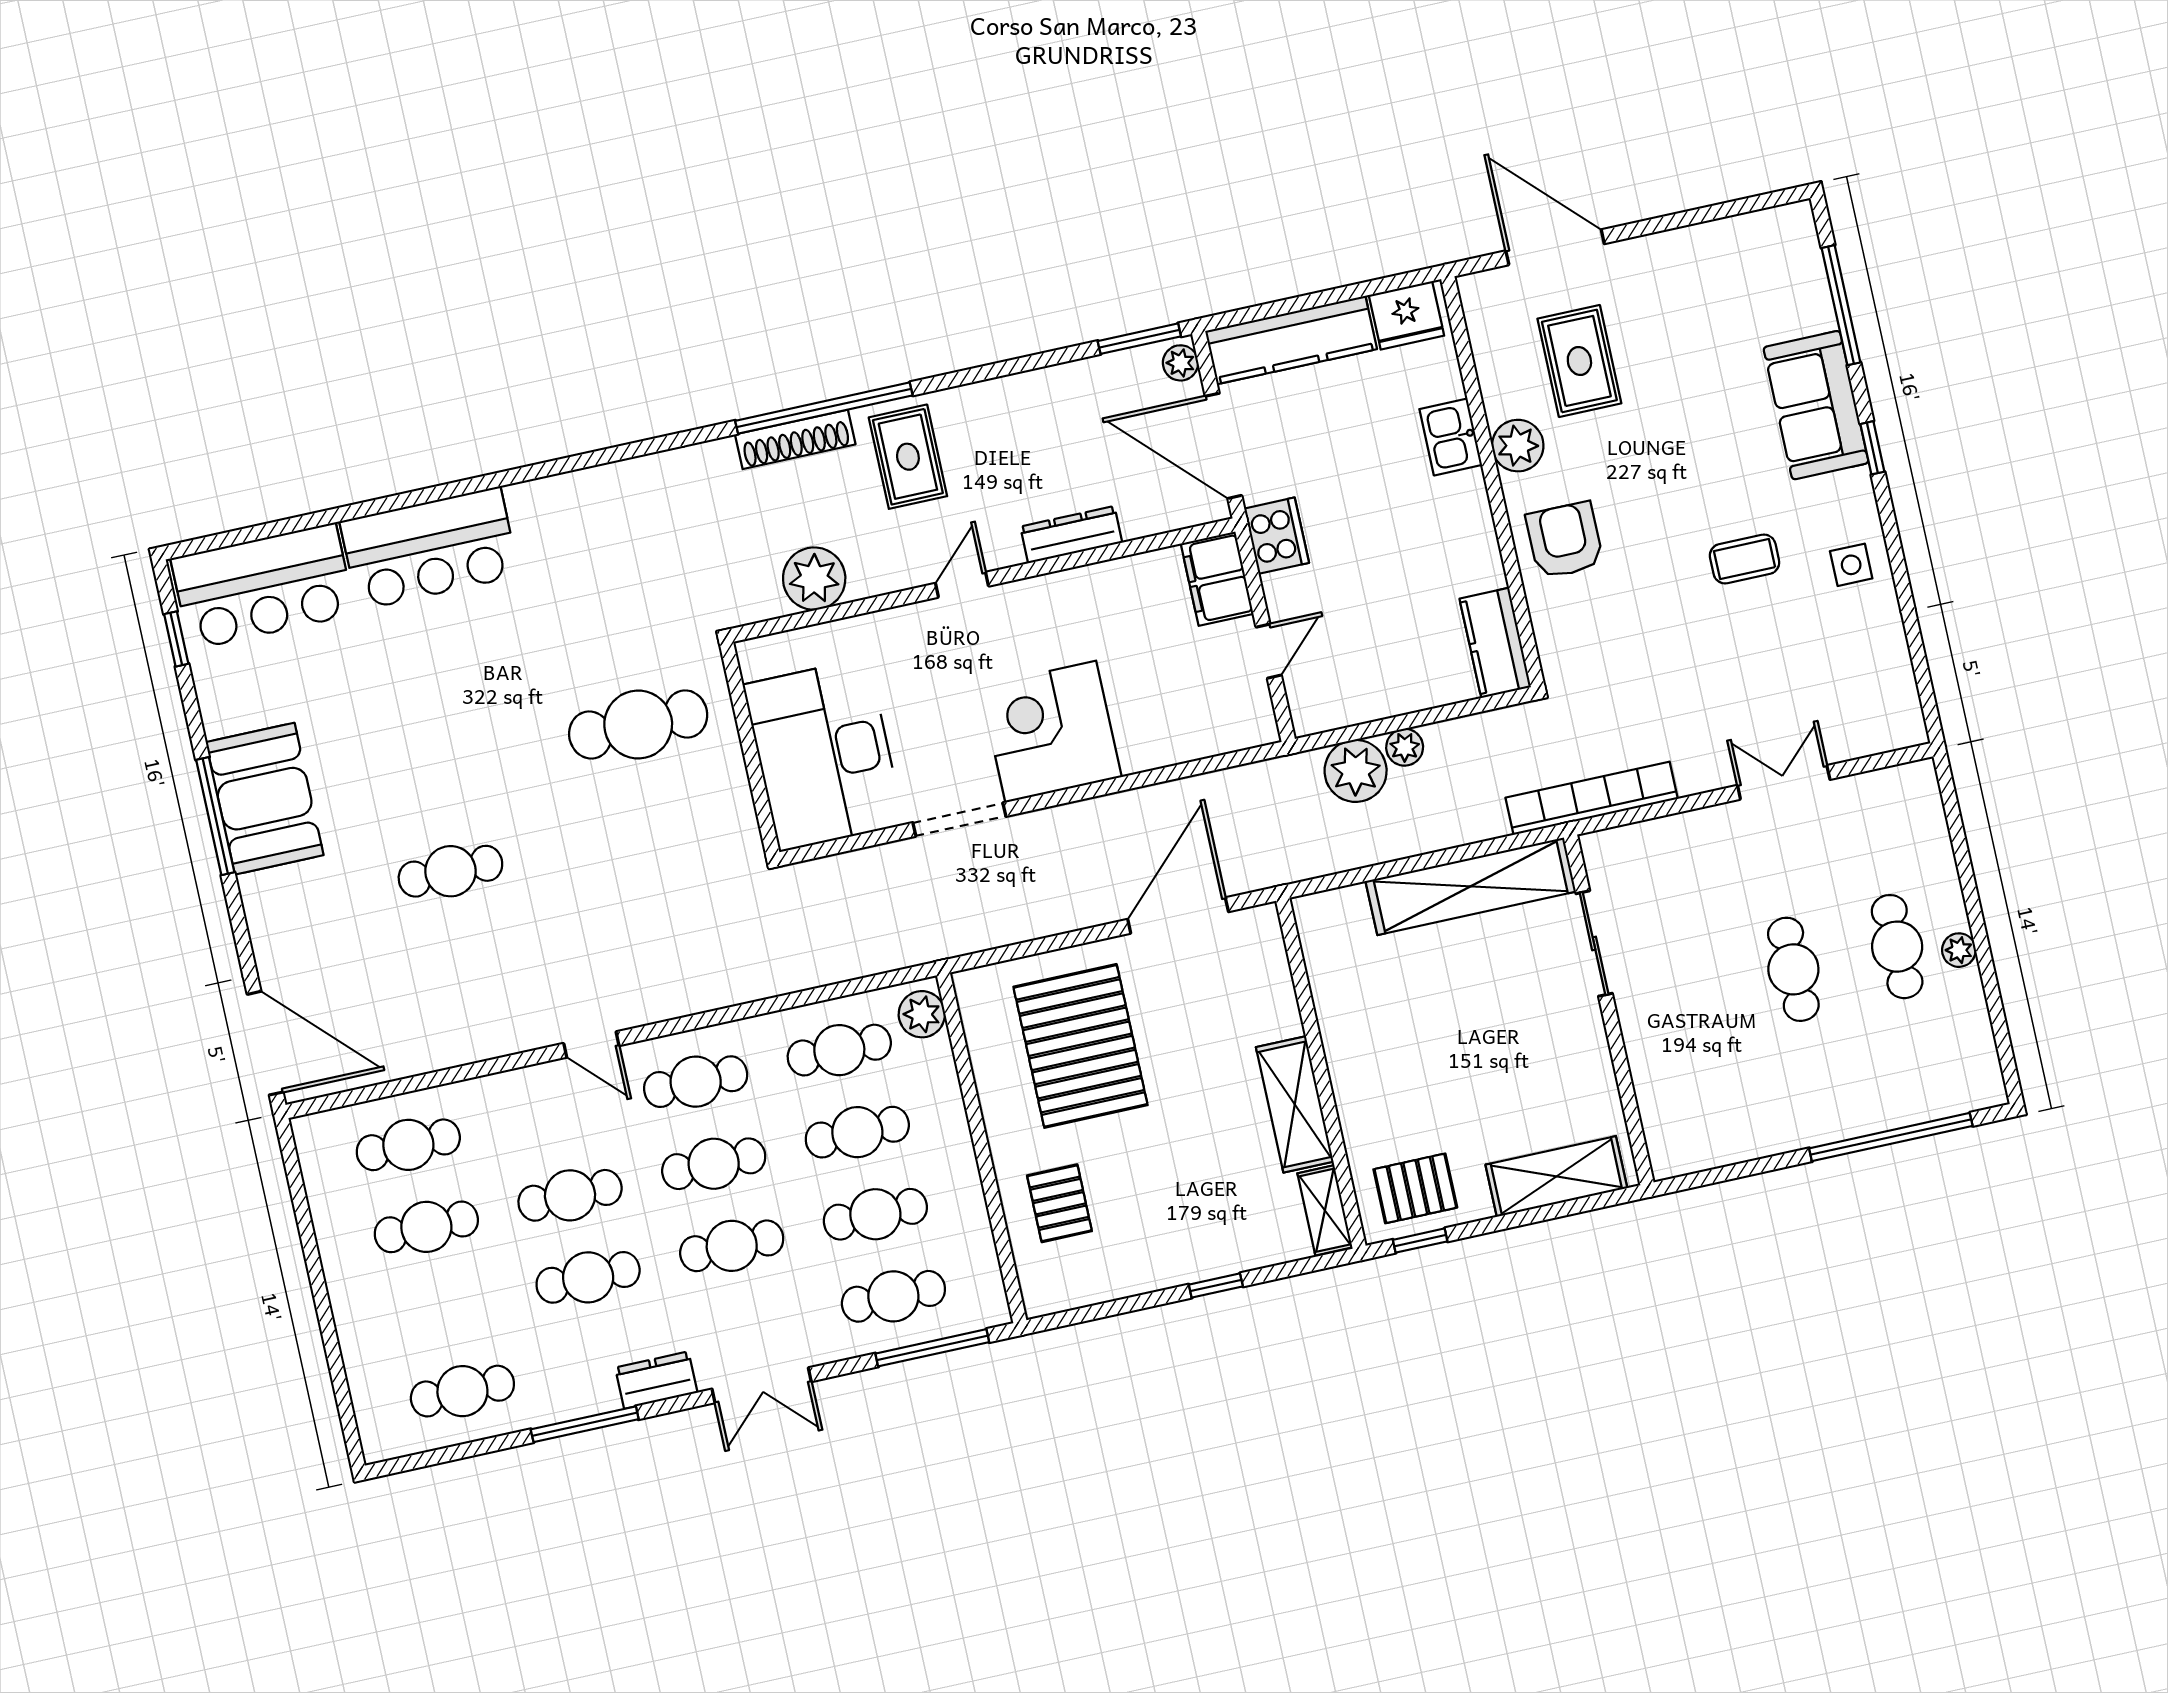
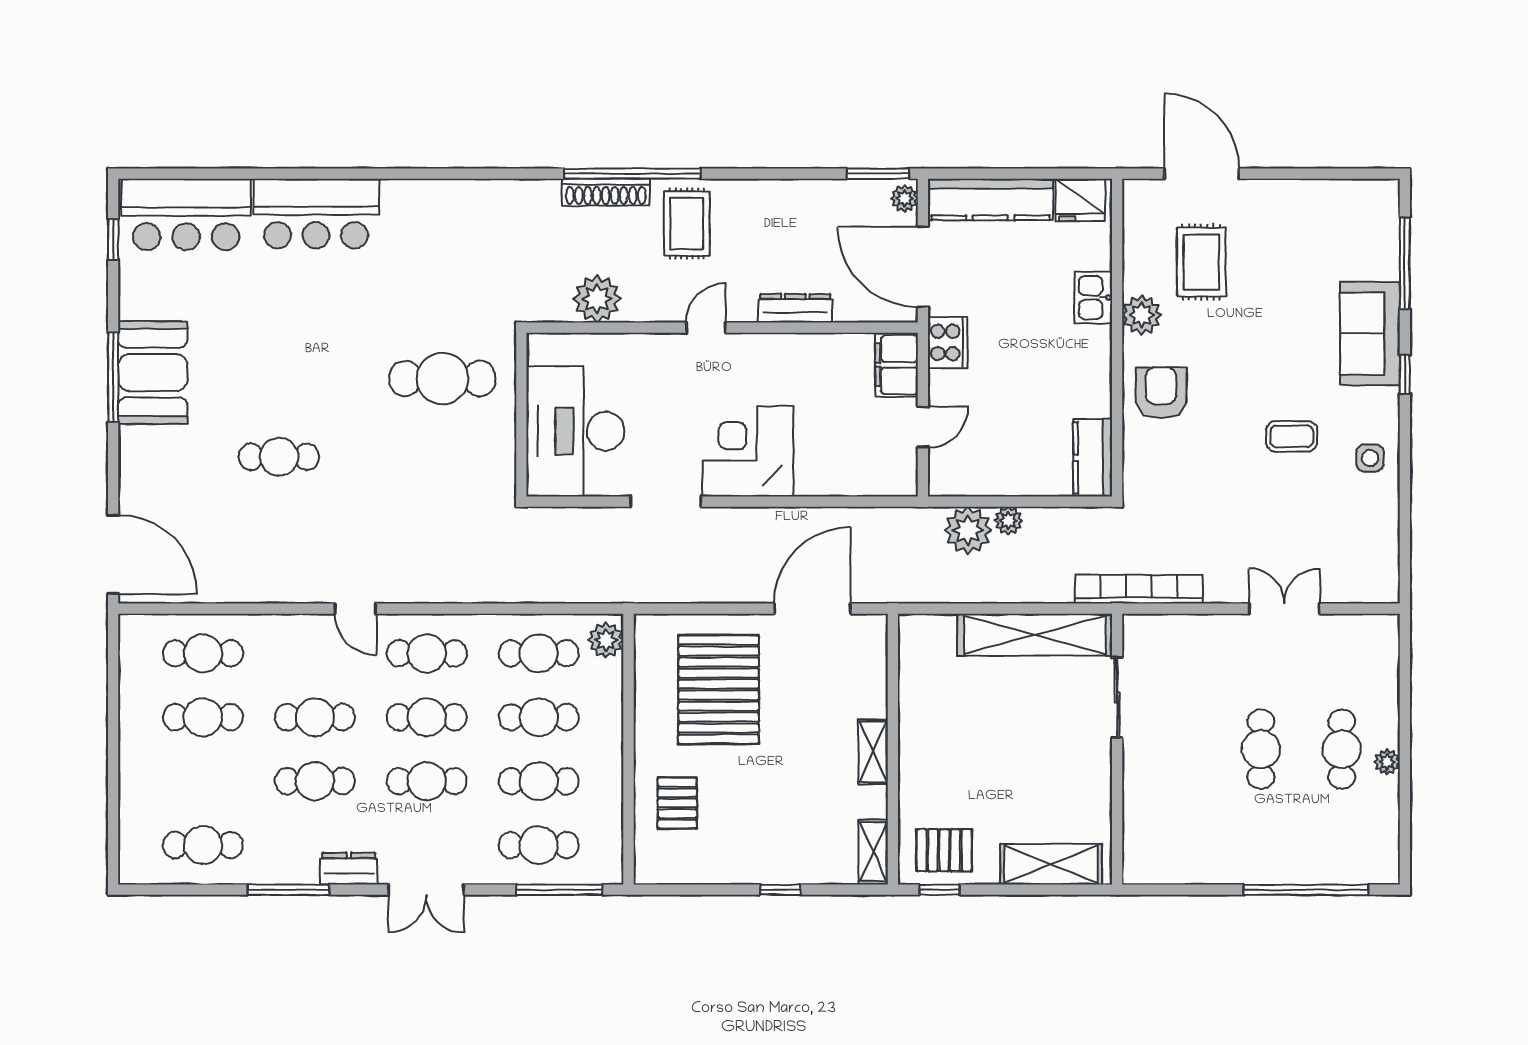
shelving: (1295, 1104) -> (873, 752), width x0.67, depth x0.75

